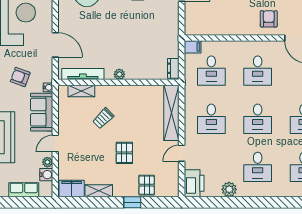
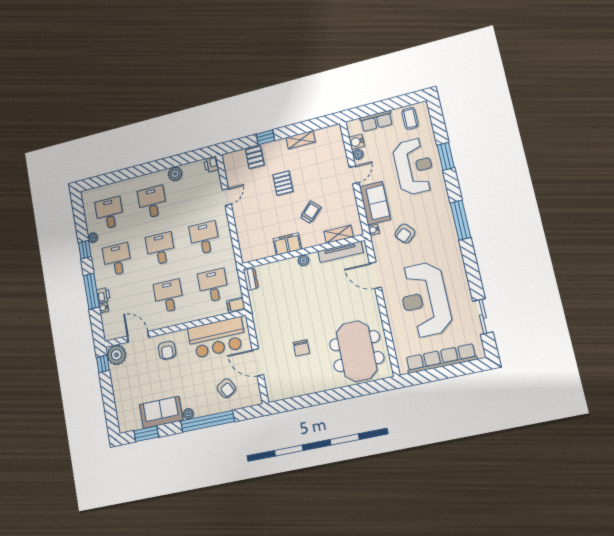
bar counter: (217, 20) -> (217, 338), added
armchair: (20, 77) -> (405, 234), turned 119
shelving: (171, 113) -> (244, 234), removed
printer: (194, 183) -> (211, 164), width x0.53, depth x0.68
filing cabinet: (72, 188) -> (287, 244), moved, turned 180

